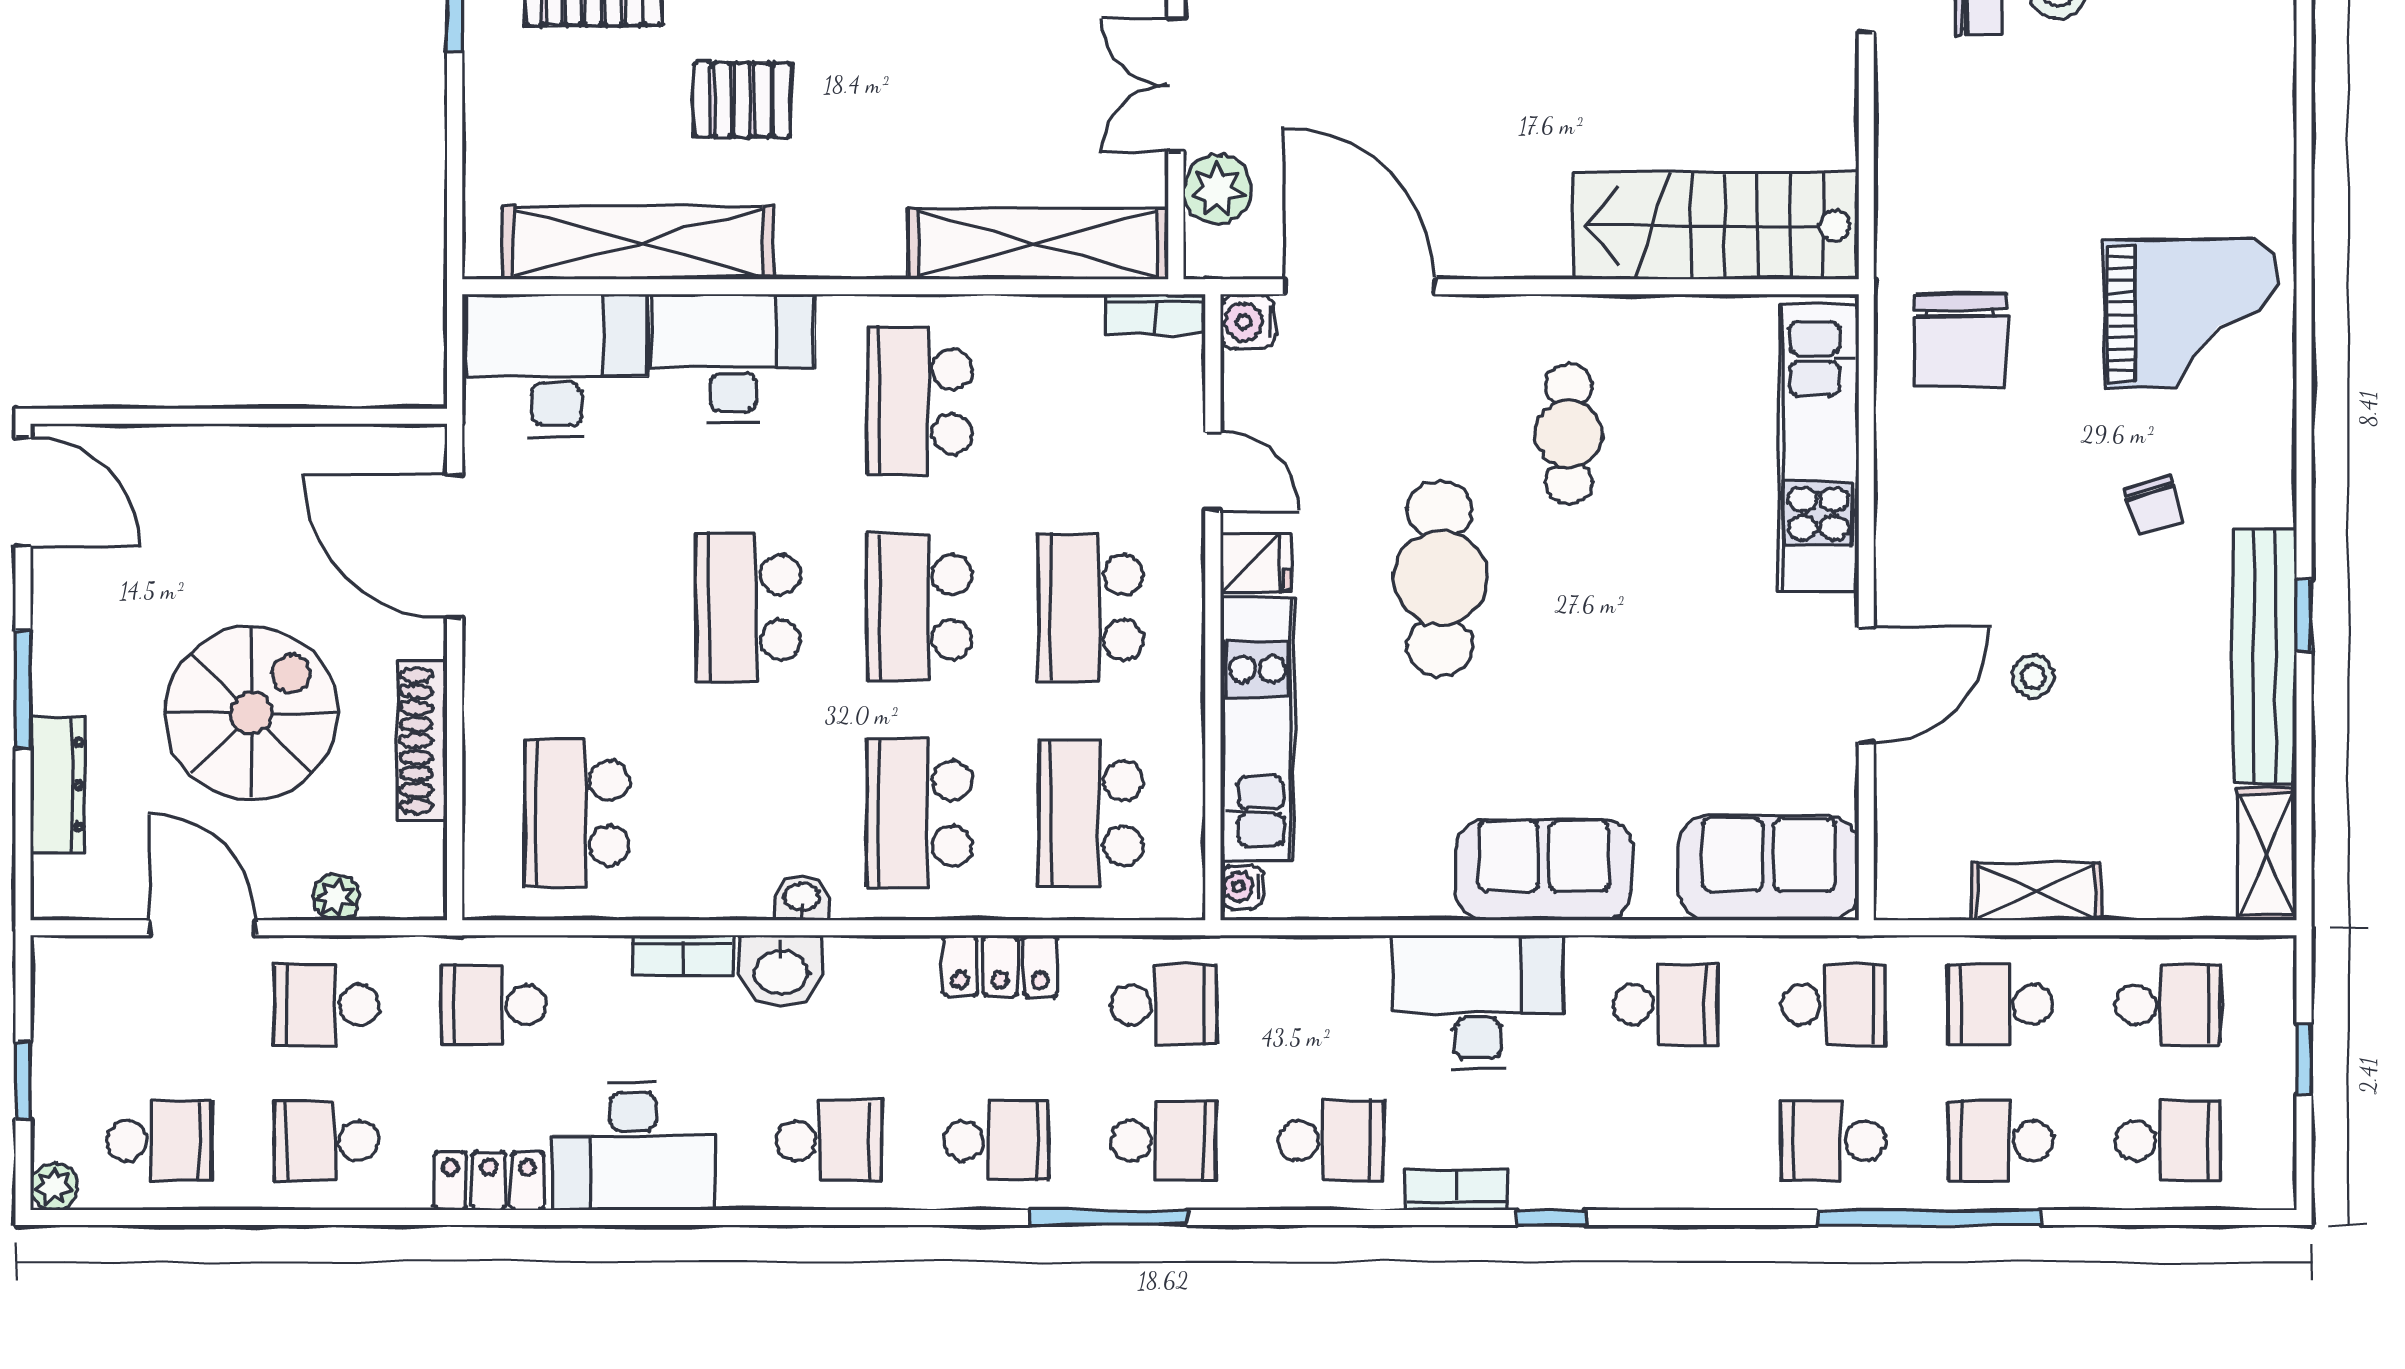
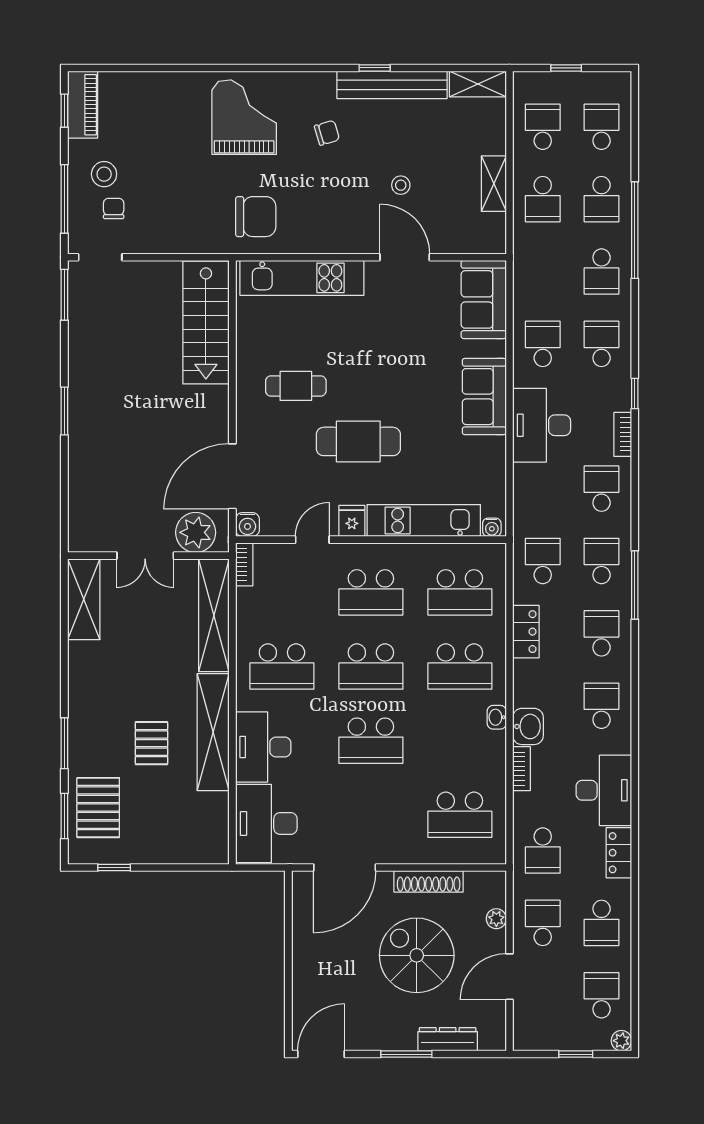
plant: (1217, 189) -> (196, 532), width x1.36, depth x1.36
shelving: (638, 242) -> (213, 732), moved
school desk: (326, 1005) -> (543, 923), turned 180
school desk: (1833, 1005) -> (602, 344), moved

